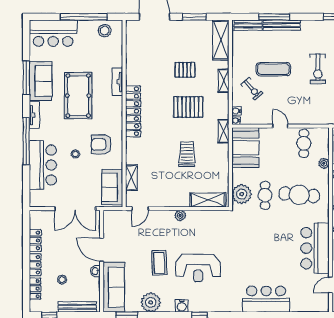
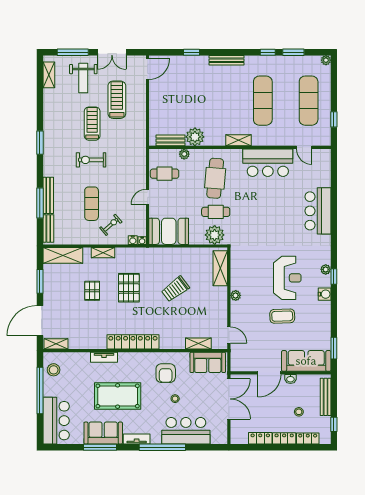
exercise bike: (318, 69) -> (91, 160), turned 180
shelving: (224, 131) -> (56, 344), moved
trolley: (187, 154) -> (175, 289), turned -37
plant: (151, 302) -> (326, 269), moved, width x0.53, depth x0.53

